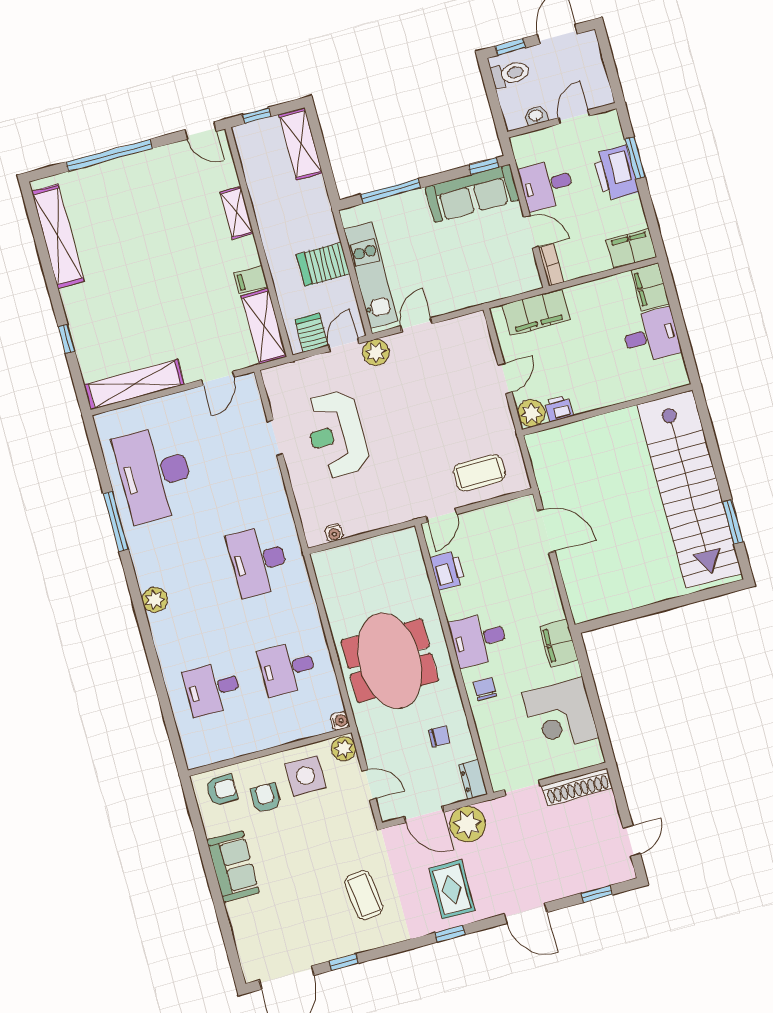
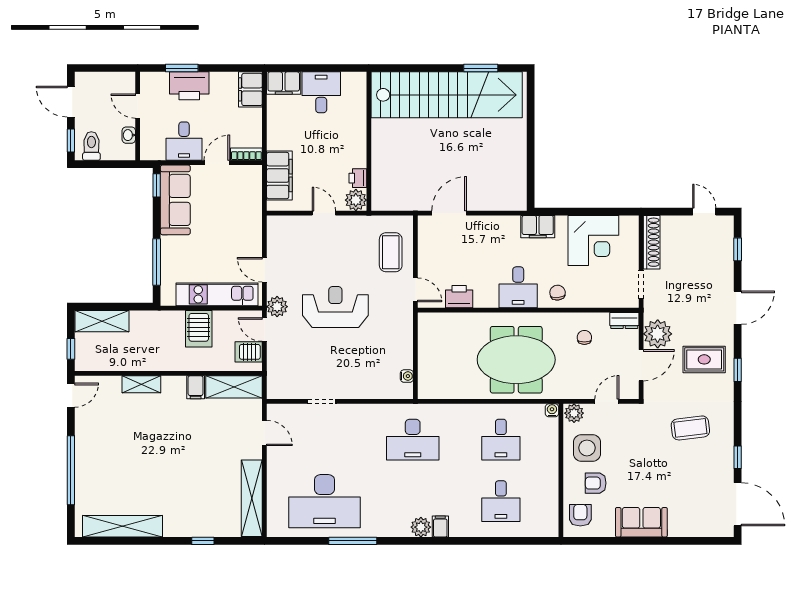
reception desk: (337, 434) -> (335, 307), moved, turned 180
filing cabinet: (162, 623) -> (440, 526), added
chair: (485, 689) -> (558, 293), turned 84

